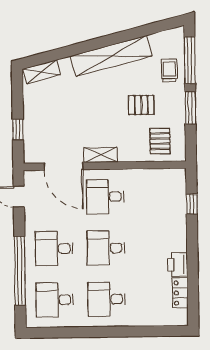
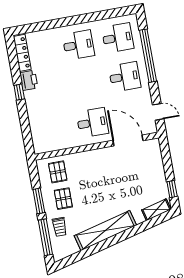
pallet: (141, 105) -> (63, 199), moved, turned 90
window: (18, 129) -> (172, 189), moved
shelving: (101, 155) -> (101, 154), removed
window: (192, 204) -> (19, 92), moved
desk: (106, 248) -> (85, 84), removed
locker: (180, 293) -> (22, 53), width x1.53

